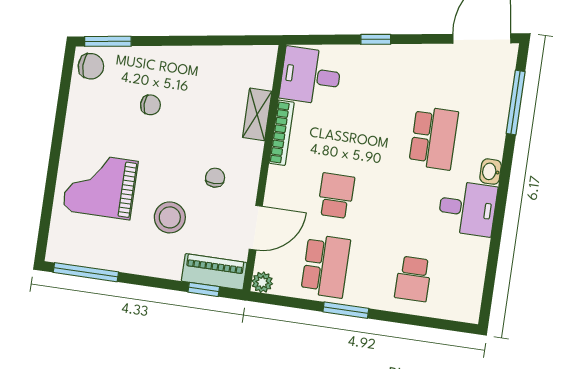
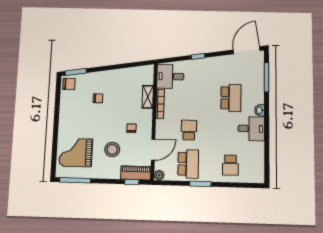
grand piano: (100, 186) -> (76, 153), moved

